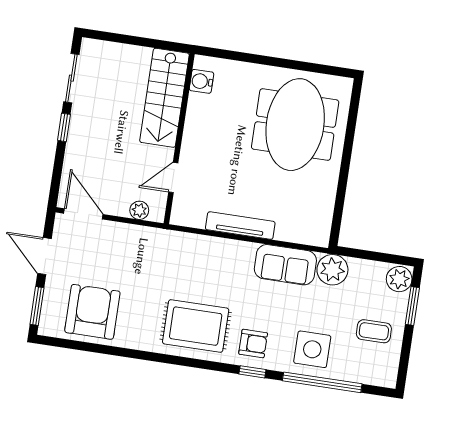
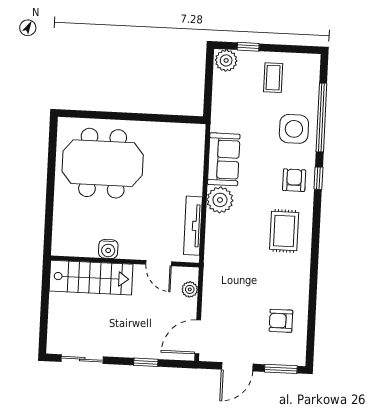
water cooler: (201, 81) -> (108, 249), moved
window: (64, 127) -> (146, 362), moved
tv unit: (240, 226) -> (193, 226), moved
plant: (332, 270) -> (220, 200), moved
window: (412, 306) -> (248, 47), width x0.67
armchair: (92, 312) -> (281, 321), width x0.53, depth x0.53
rug: (196, 326) -> (284, 231), width x0.73, depth x0.70

